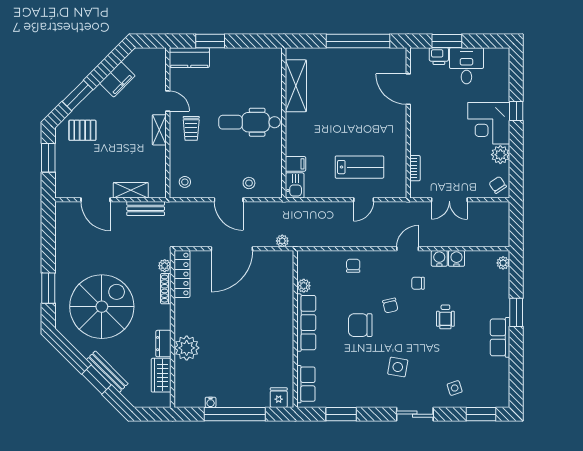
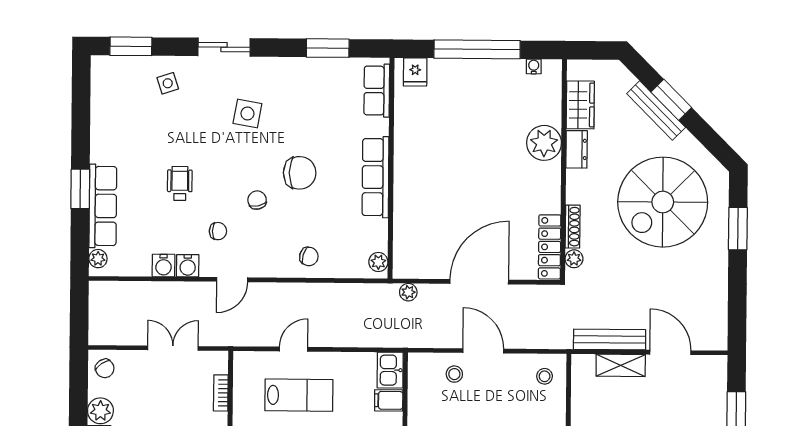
lab bench: (359, 167) -> (299, 395), turned 180
bench: (146, 209) -> (610, 339), width x1.36
chair: (353, 266) -> (309, 256), turned -73
plant: (304, 286) -> (378, 262), moved
row of seats: (500, 337) -> (103, 206), moved, width x1.48
water cooler: (211, 402) -> (534, 66), moved

